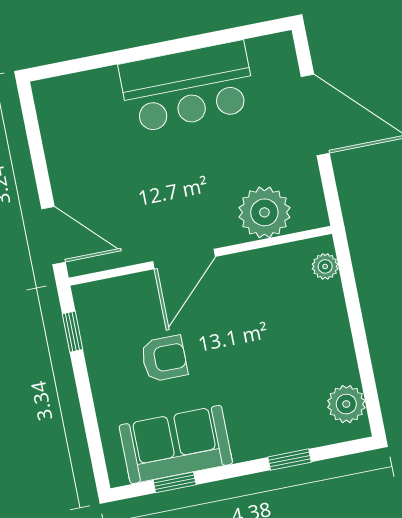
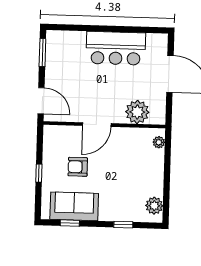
window: (33, 132) -> (42, 52), added
window: (72, 332) -> (39, 173), moved
armchair: (164, 359) -> (78, 167), turned 180

